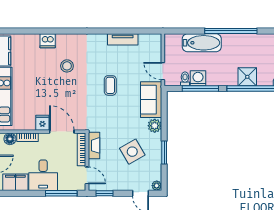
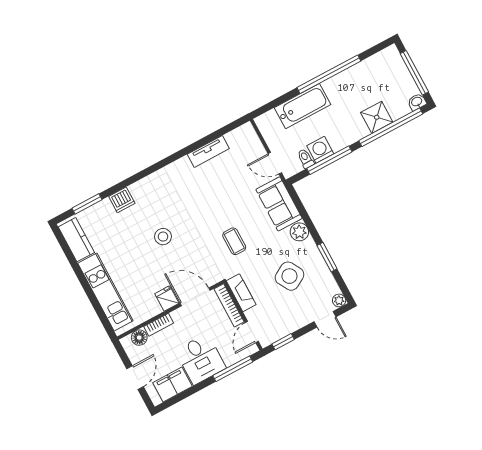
window: (23, 31) -> (87, 204), added
stool: (67, 66) -> (163, 237), moved
coffee table: (110, 85) -> (234, 241), moved
door: (87, 175) -> (252, 332), swing flipped

